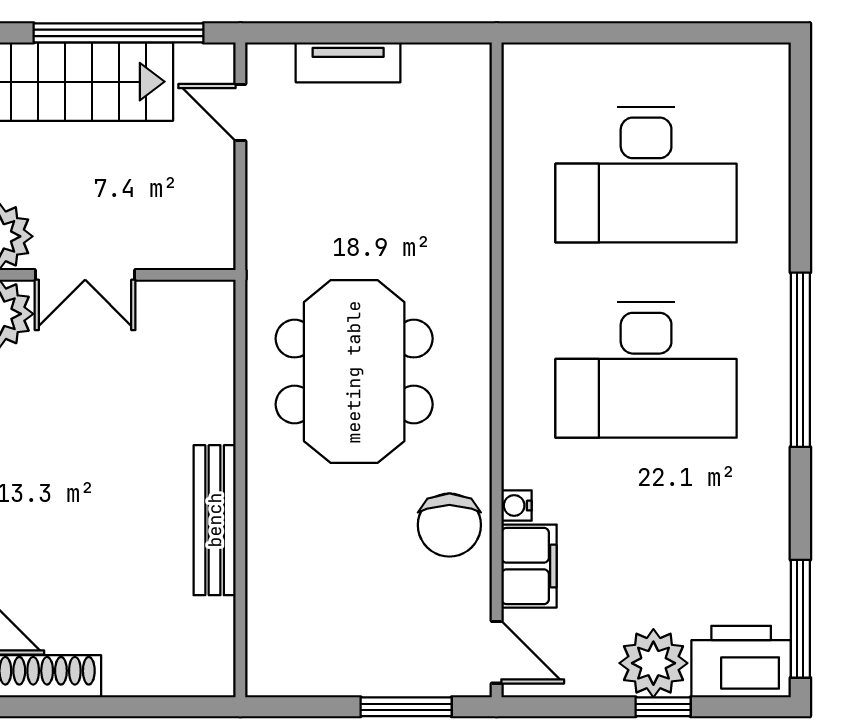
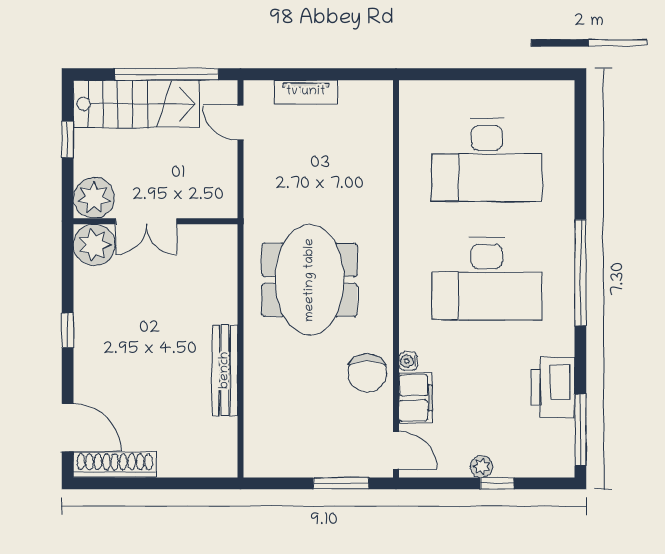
printer: (741, 662) -> (553, 387), moved, turned -90
plant: (653, 663) -> (482, 466), width x0.53, depth x0.53

